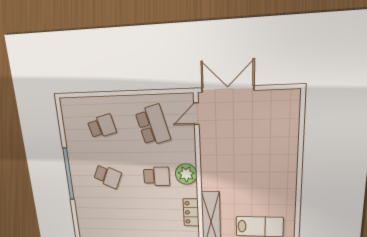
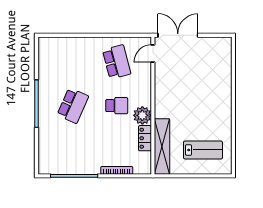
school desk: (102, 126) -> (73, 62), removed
plant: (186, 174) -> (142, 115), moved
school desk: (108, 176) -> (73, 106), width x1.85

